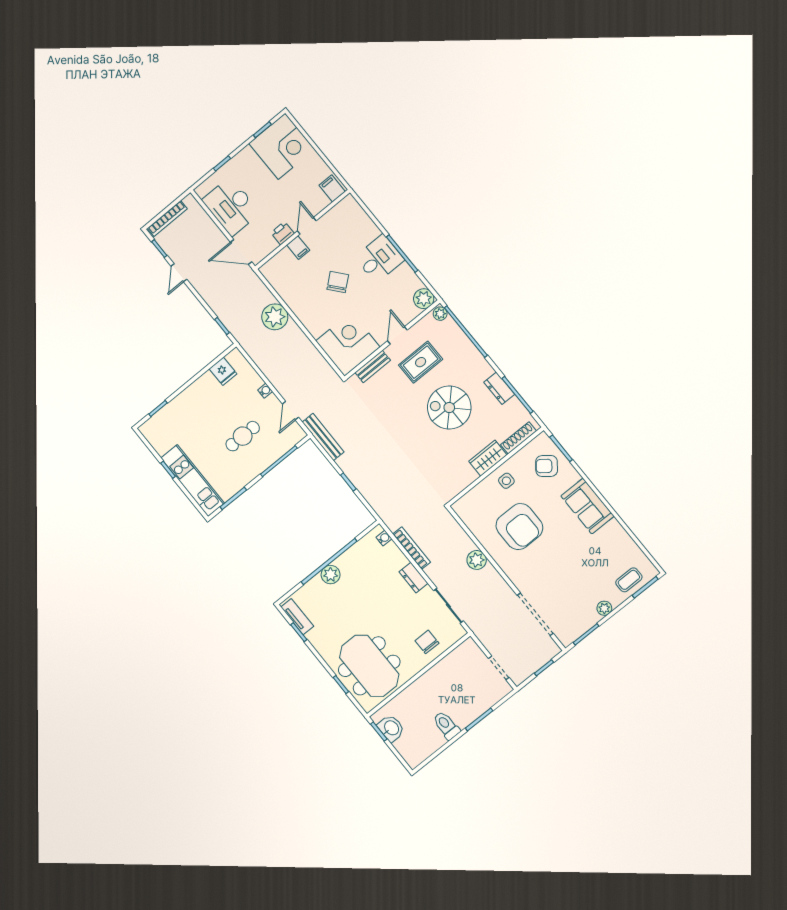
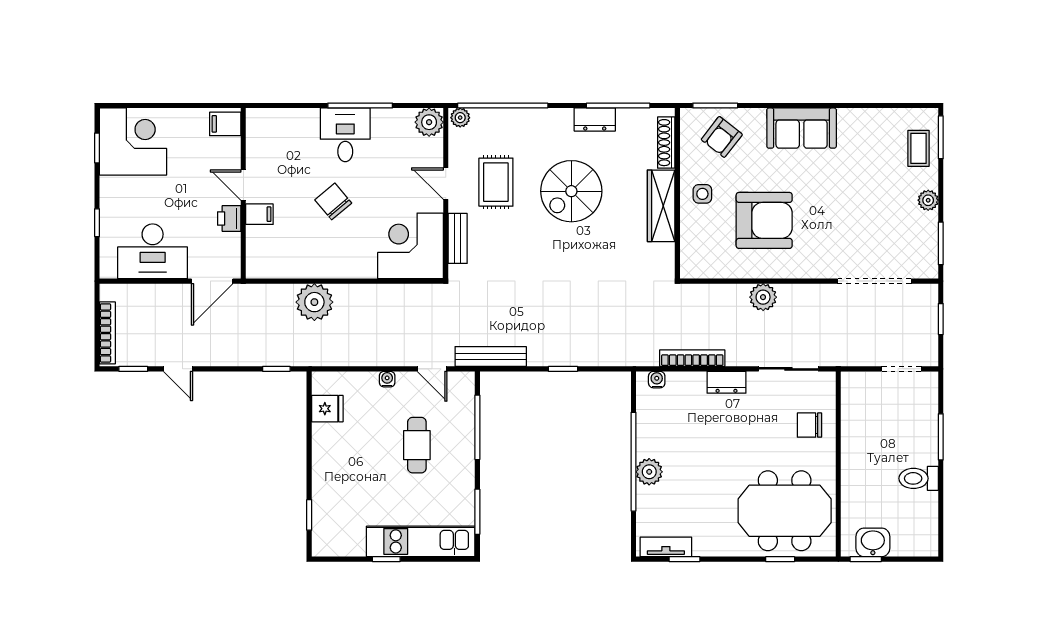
wardrobe: (488, 458) -> (661, 206), width x1.50

